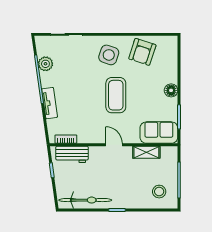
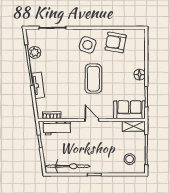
armchair: (142, 52) -> (116, 42), turned 82
shelving: (146, 152) -> (134, 126), moved

